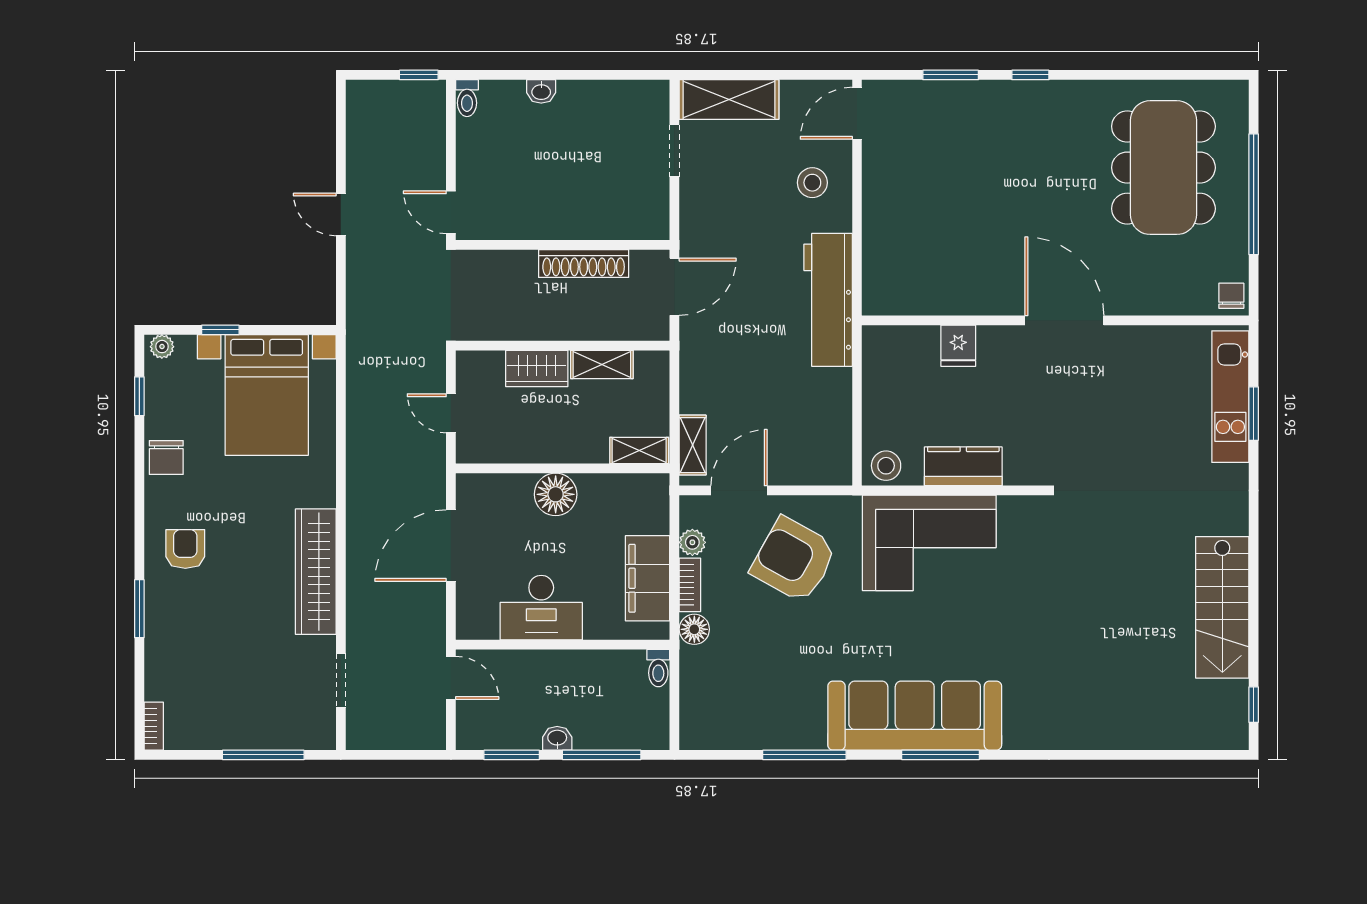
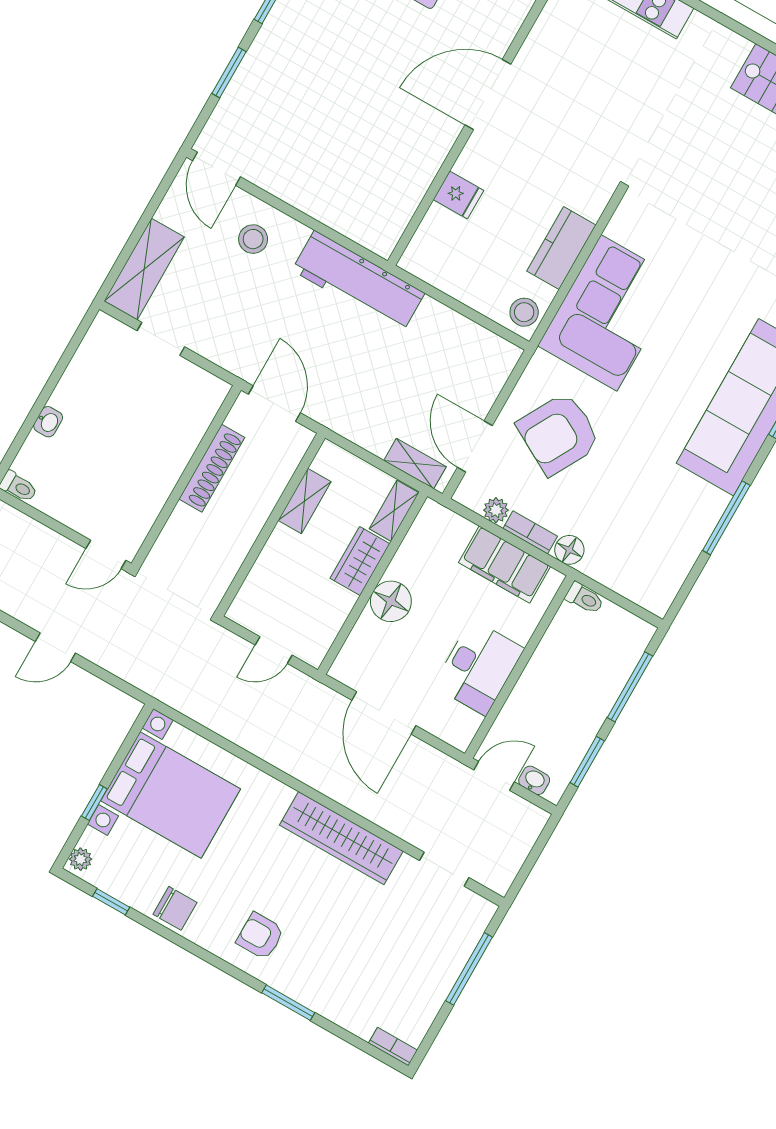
wardrobe: (537, 368) -> (360, 561), moved, turned 180
washbasin: (557, 738) -> (534, 780), moved, turned 90

